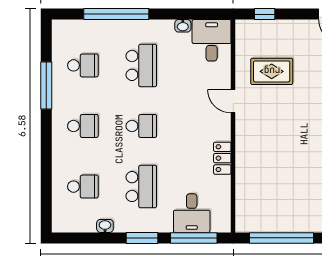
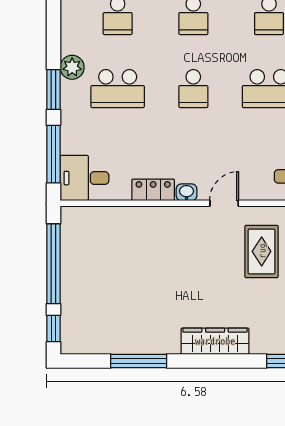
desk: (192, 213) -> (84, 178), moved
plant: (124, 223) -> (72, 67), added
washbasin: (105, 226) -> (187, 192), moved, turned -90

